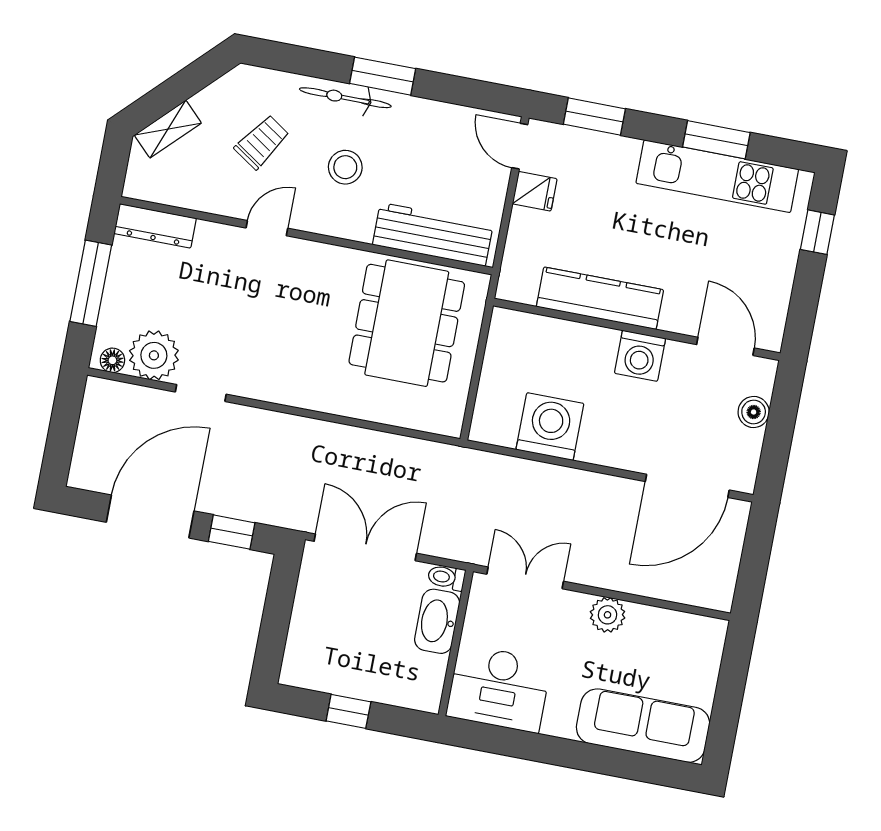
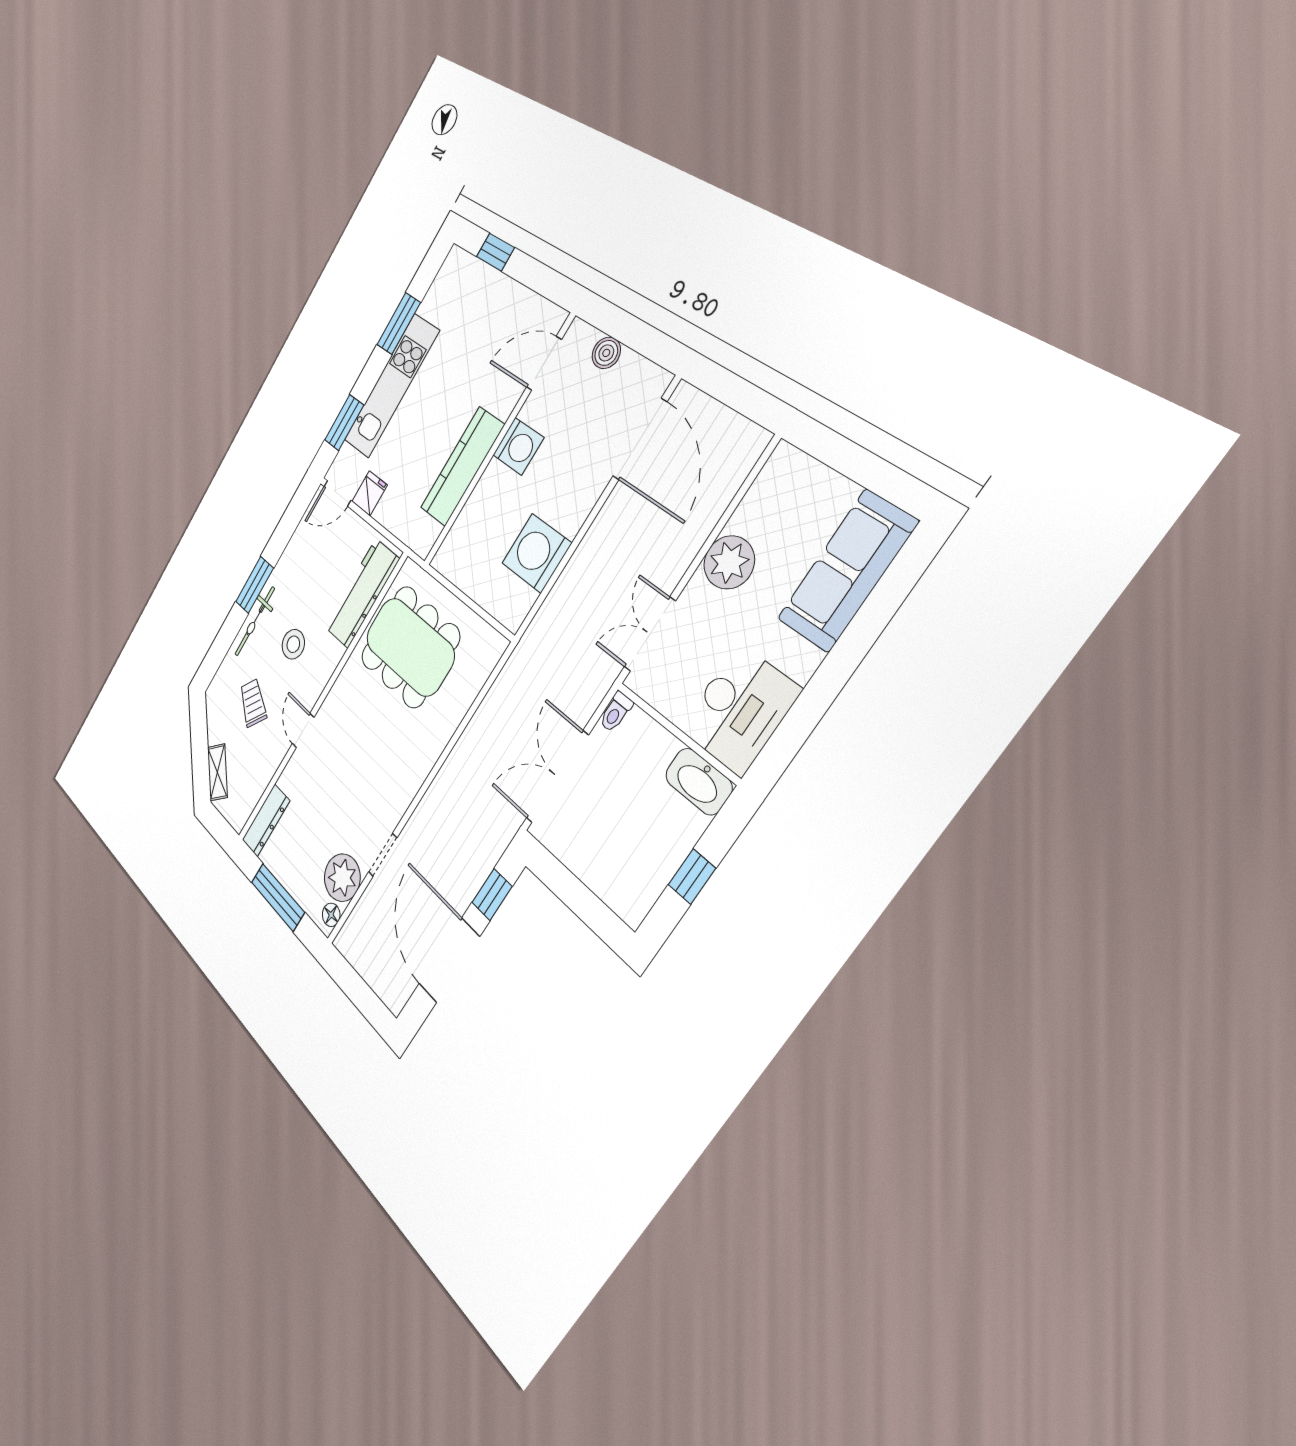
kitchen unit: (717, 176) -> (391, 386), moved
plant: (608, 615) -> (729, 562), width x1.36, depth x1.36
washbasin: (437, 621) -> (699, 781), moved

